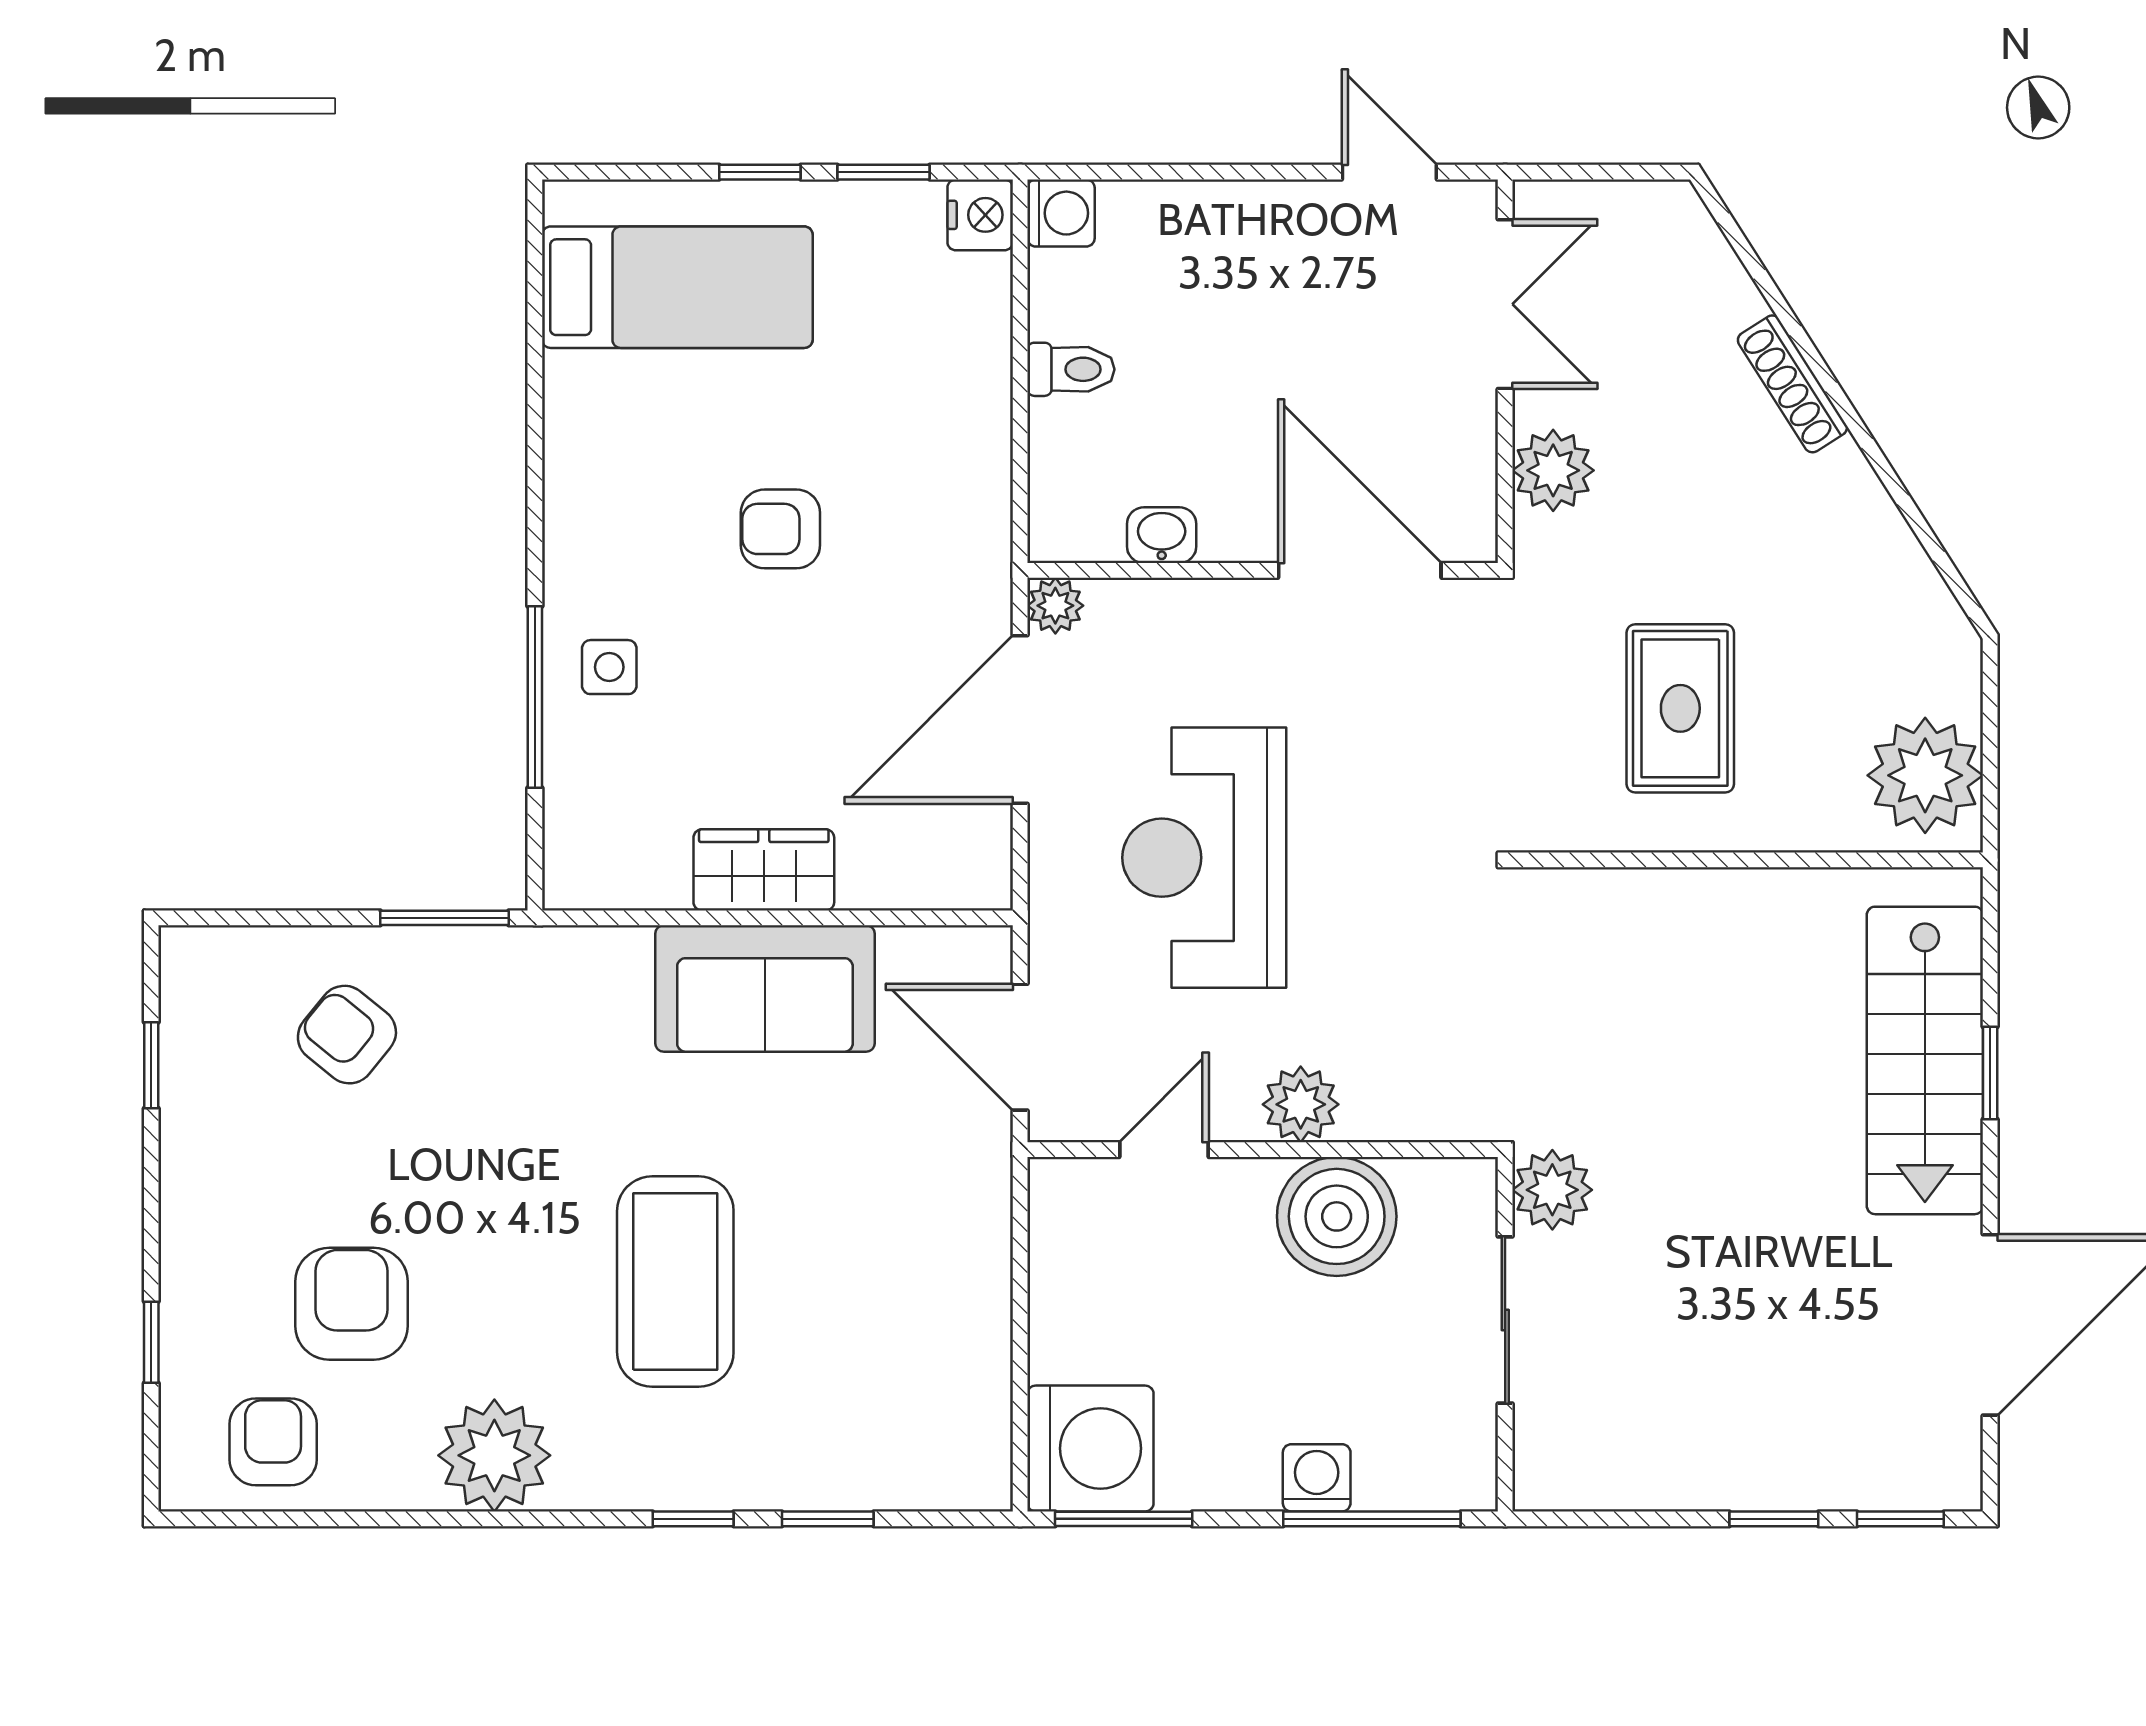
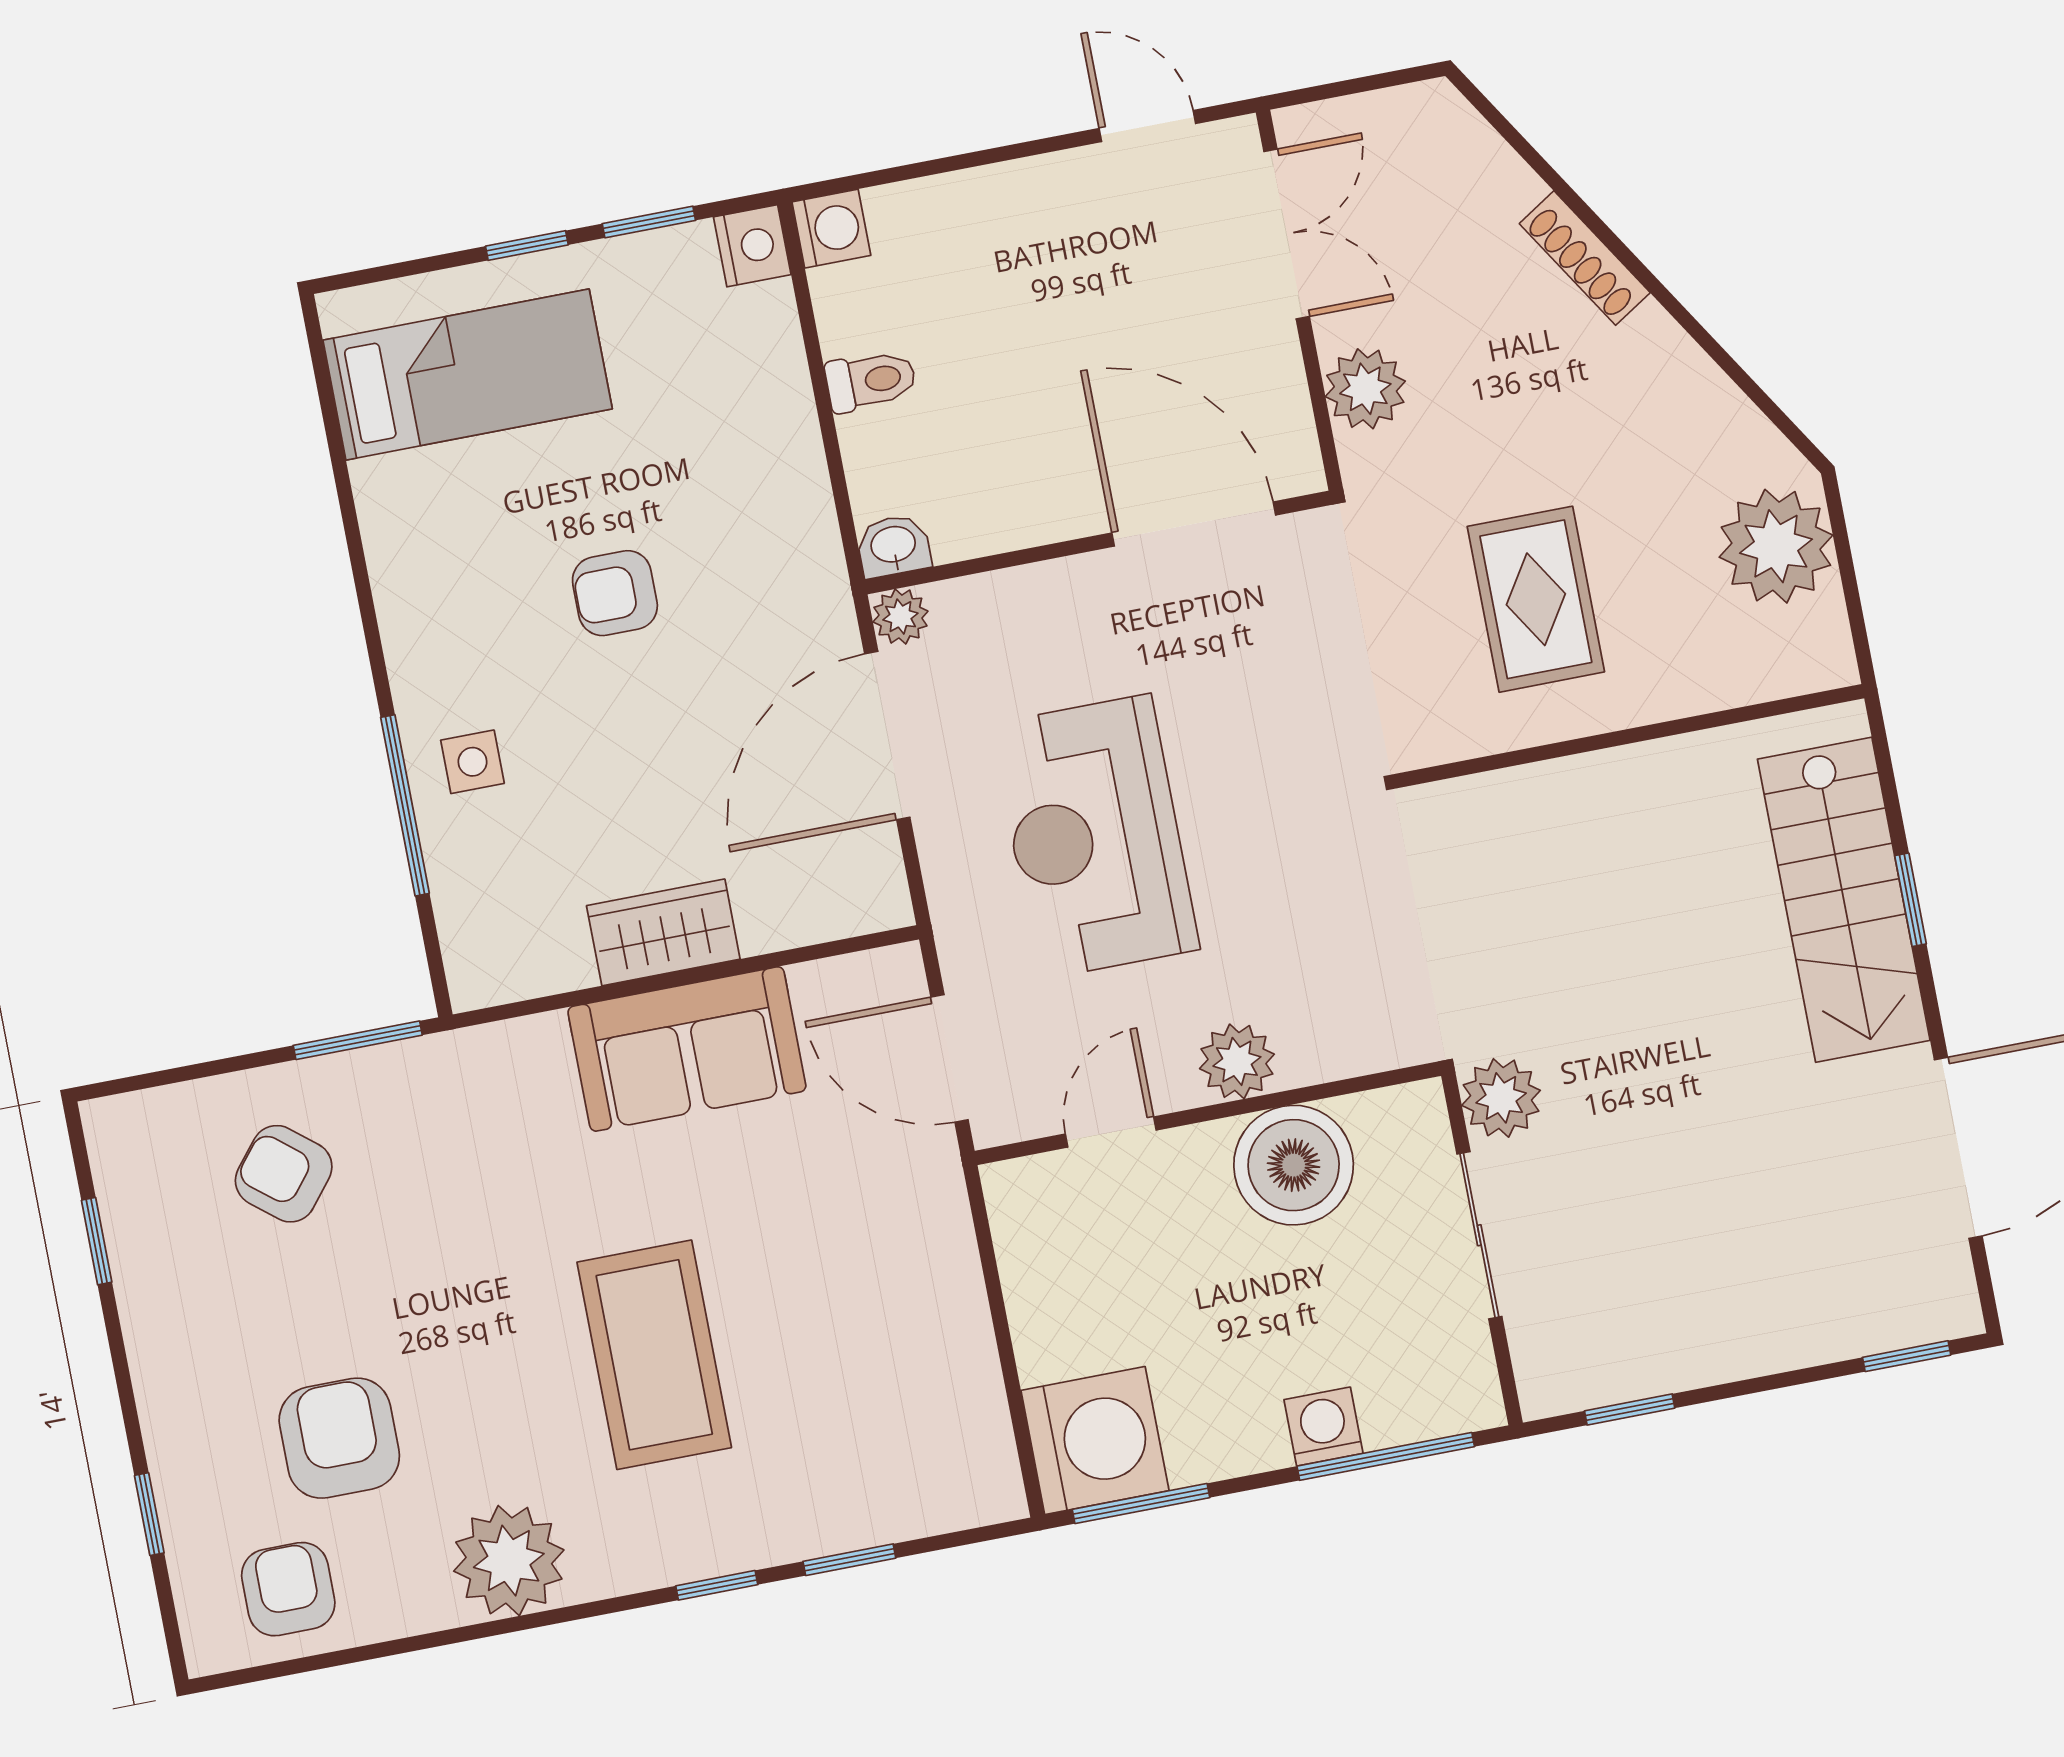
washbasin: (1162, 535) -> (893, 546), moved
plant: (1925, 775) -> (1776, 546), moved
window: (1774, 1519) -> (1630, 1409), moved

